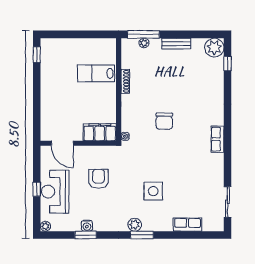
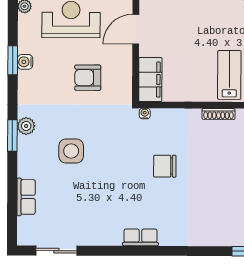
armchair: (98, 179) -> (88, 78), turned 180

